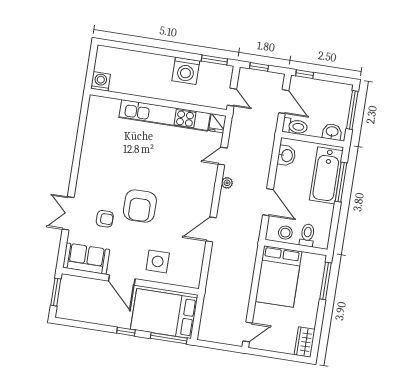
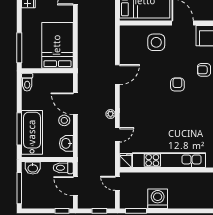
armchair: (140, 206) -> (177, 85), width x0.53, depth x0.53
stool: (285, 233) -> (64, 120), moved
toilet: (307, 235) -> (27, 82), moved

